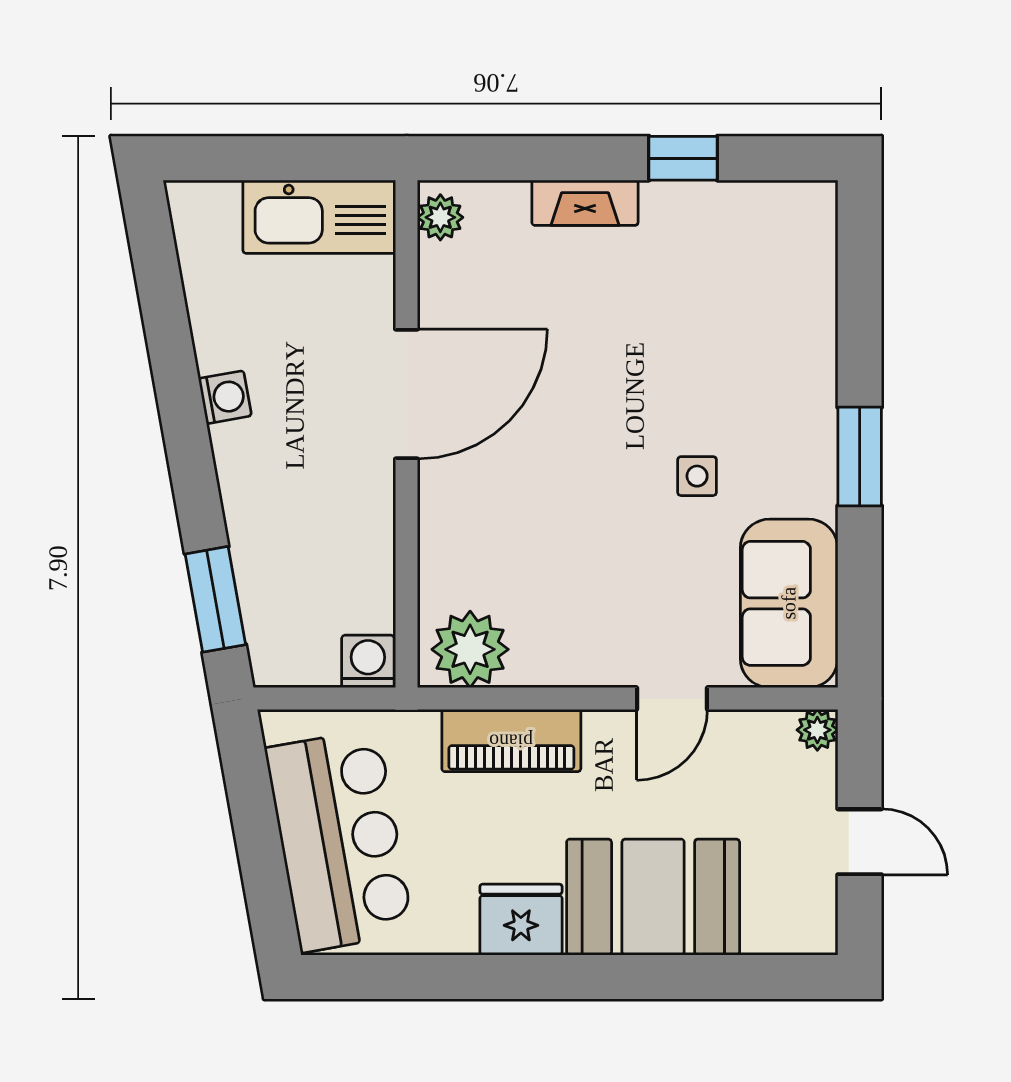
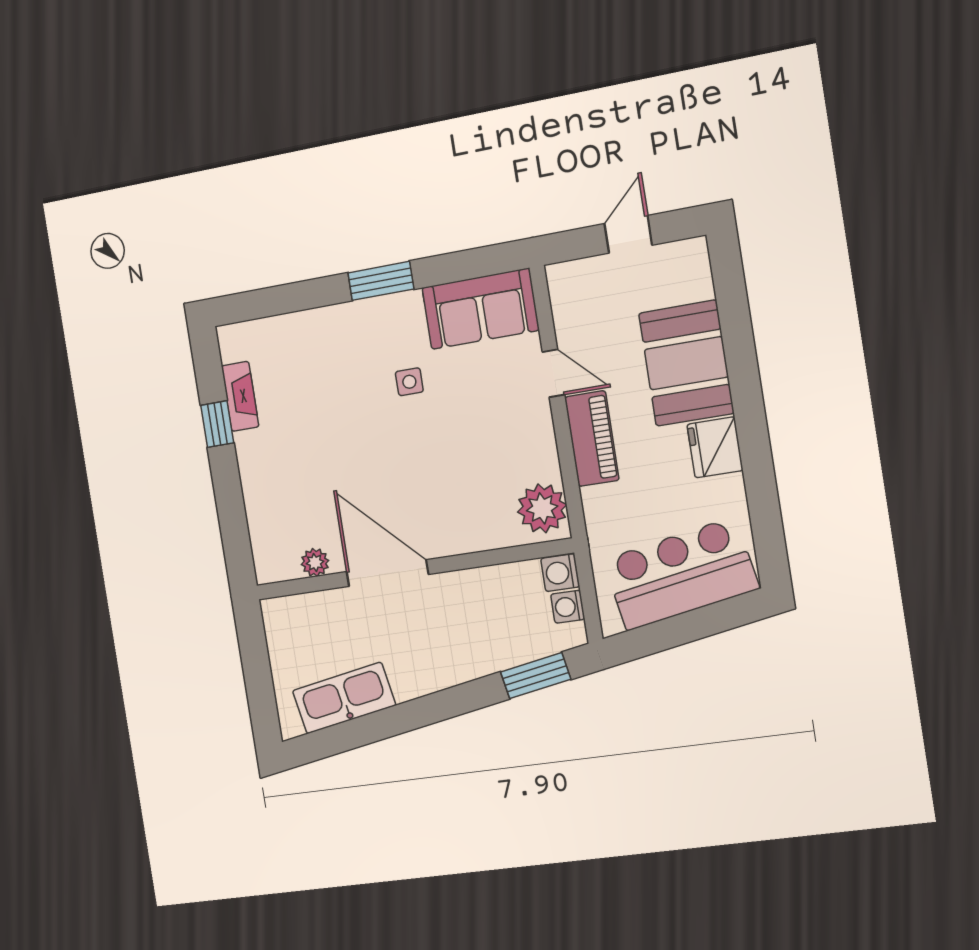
fireplace: (585, 203) -> (240, 396), moved
kitchen sink: (319, 217) -> (344, 698), moved, turned -100
plant: (440, 217) -> (315, 562), moved
washing machine: (225, 397) -> (568, 607), moved, turned -80
plant: (817, 730) -> (559, 276), removed
piano: (511, 741) -> (592, 439), moved

